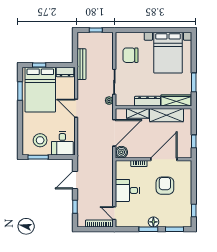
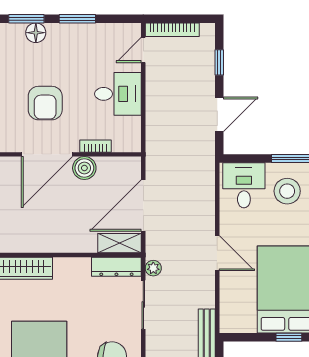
dresser: (65, 72) -> (239, 324), removed
dresser: (147, 101) -> (116, 267), moved
shelving: (138, 113) -> (120, 243), moved
shelving: (166, 115) -> (42, 240), removed
boiler: (121, 152) -> (84, 168), moved
door: (114, 213) -> (143, 50), swing flipped
floor lamp: (153, 222) -> (36, 33), moved

